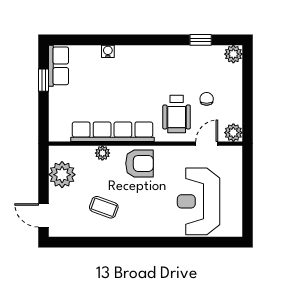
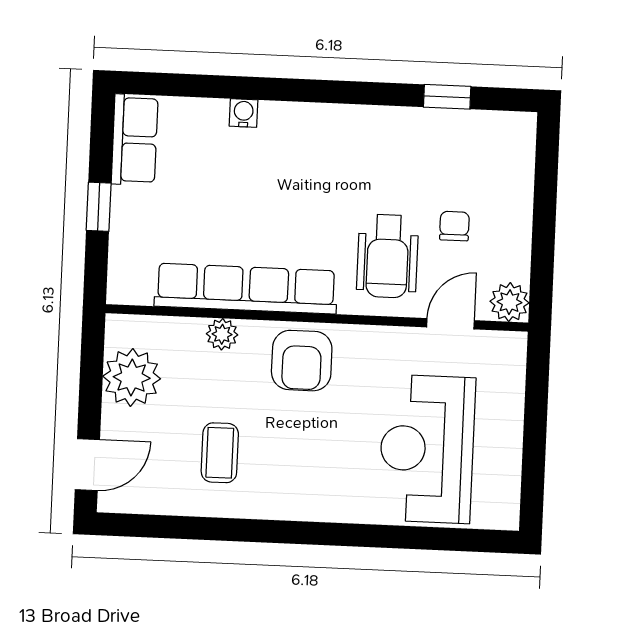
plant: (233, 54) -> (517, 131), removed
window: (44, 80) -> (99, 207), moved
armchair: (139, 163) -> (302, 361), turned 90
coffee table: (104, 207) -> (220, 453), turned 70
door: (44, 215) -> (87, 465), swing flipped

